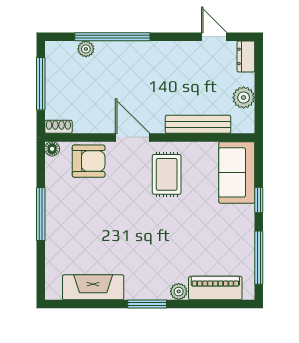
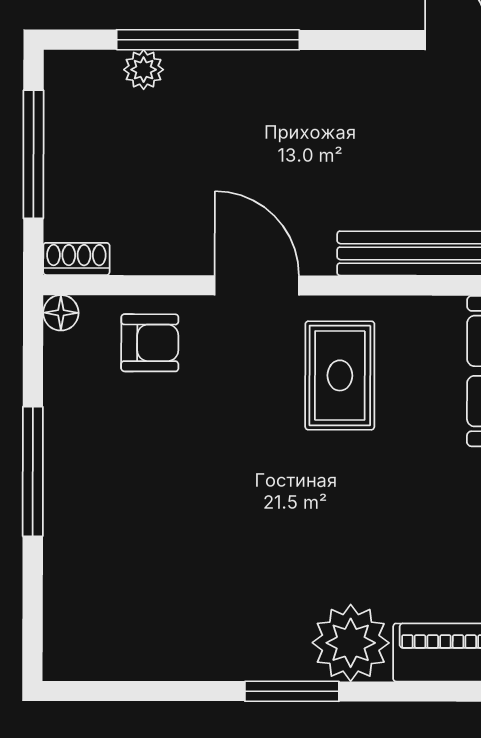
armchair: (89, 161) -> (150, 343), width x0.72, depth x0.72
fireplace: (93, 287) -> (160, 650), removed
plant: (179, 291) -> (351, 643), width x1.88, depth x1.88

